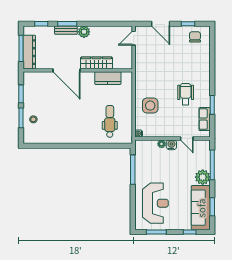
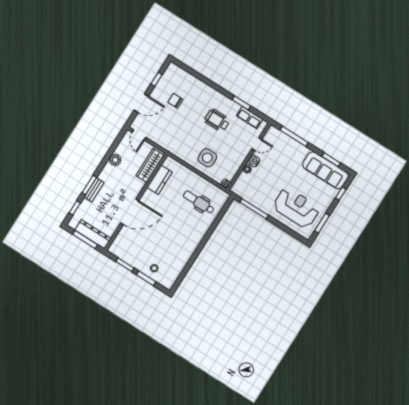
plant: (84, 32) -> (115, 160), moved
chair: (195, 37) -> (175, 101), moved
wardrobe: (96, 63) -> (150, 165), moved
plant: (203, 177) -> (300, 152), removed

